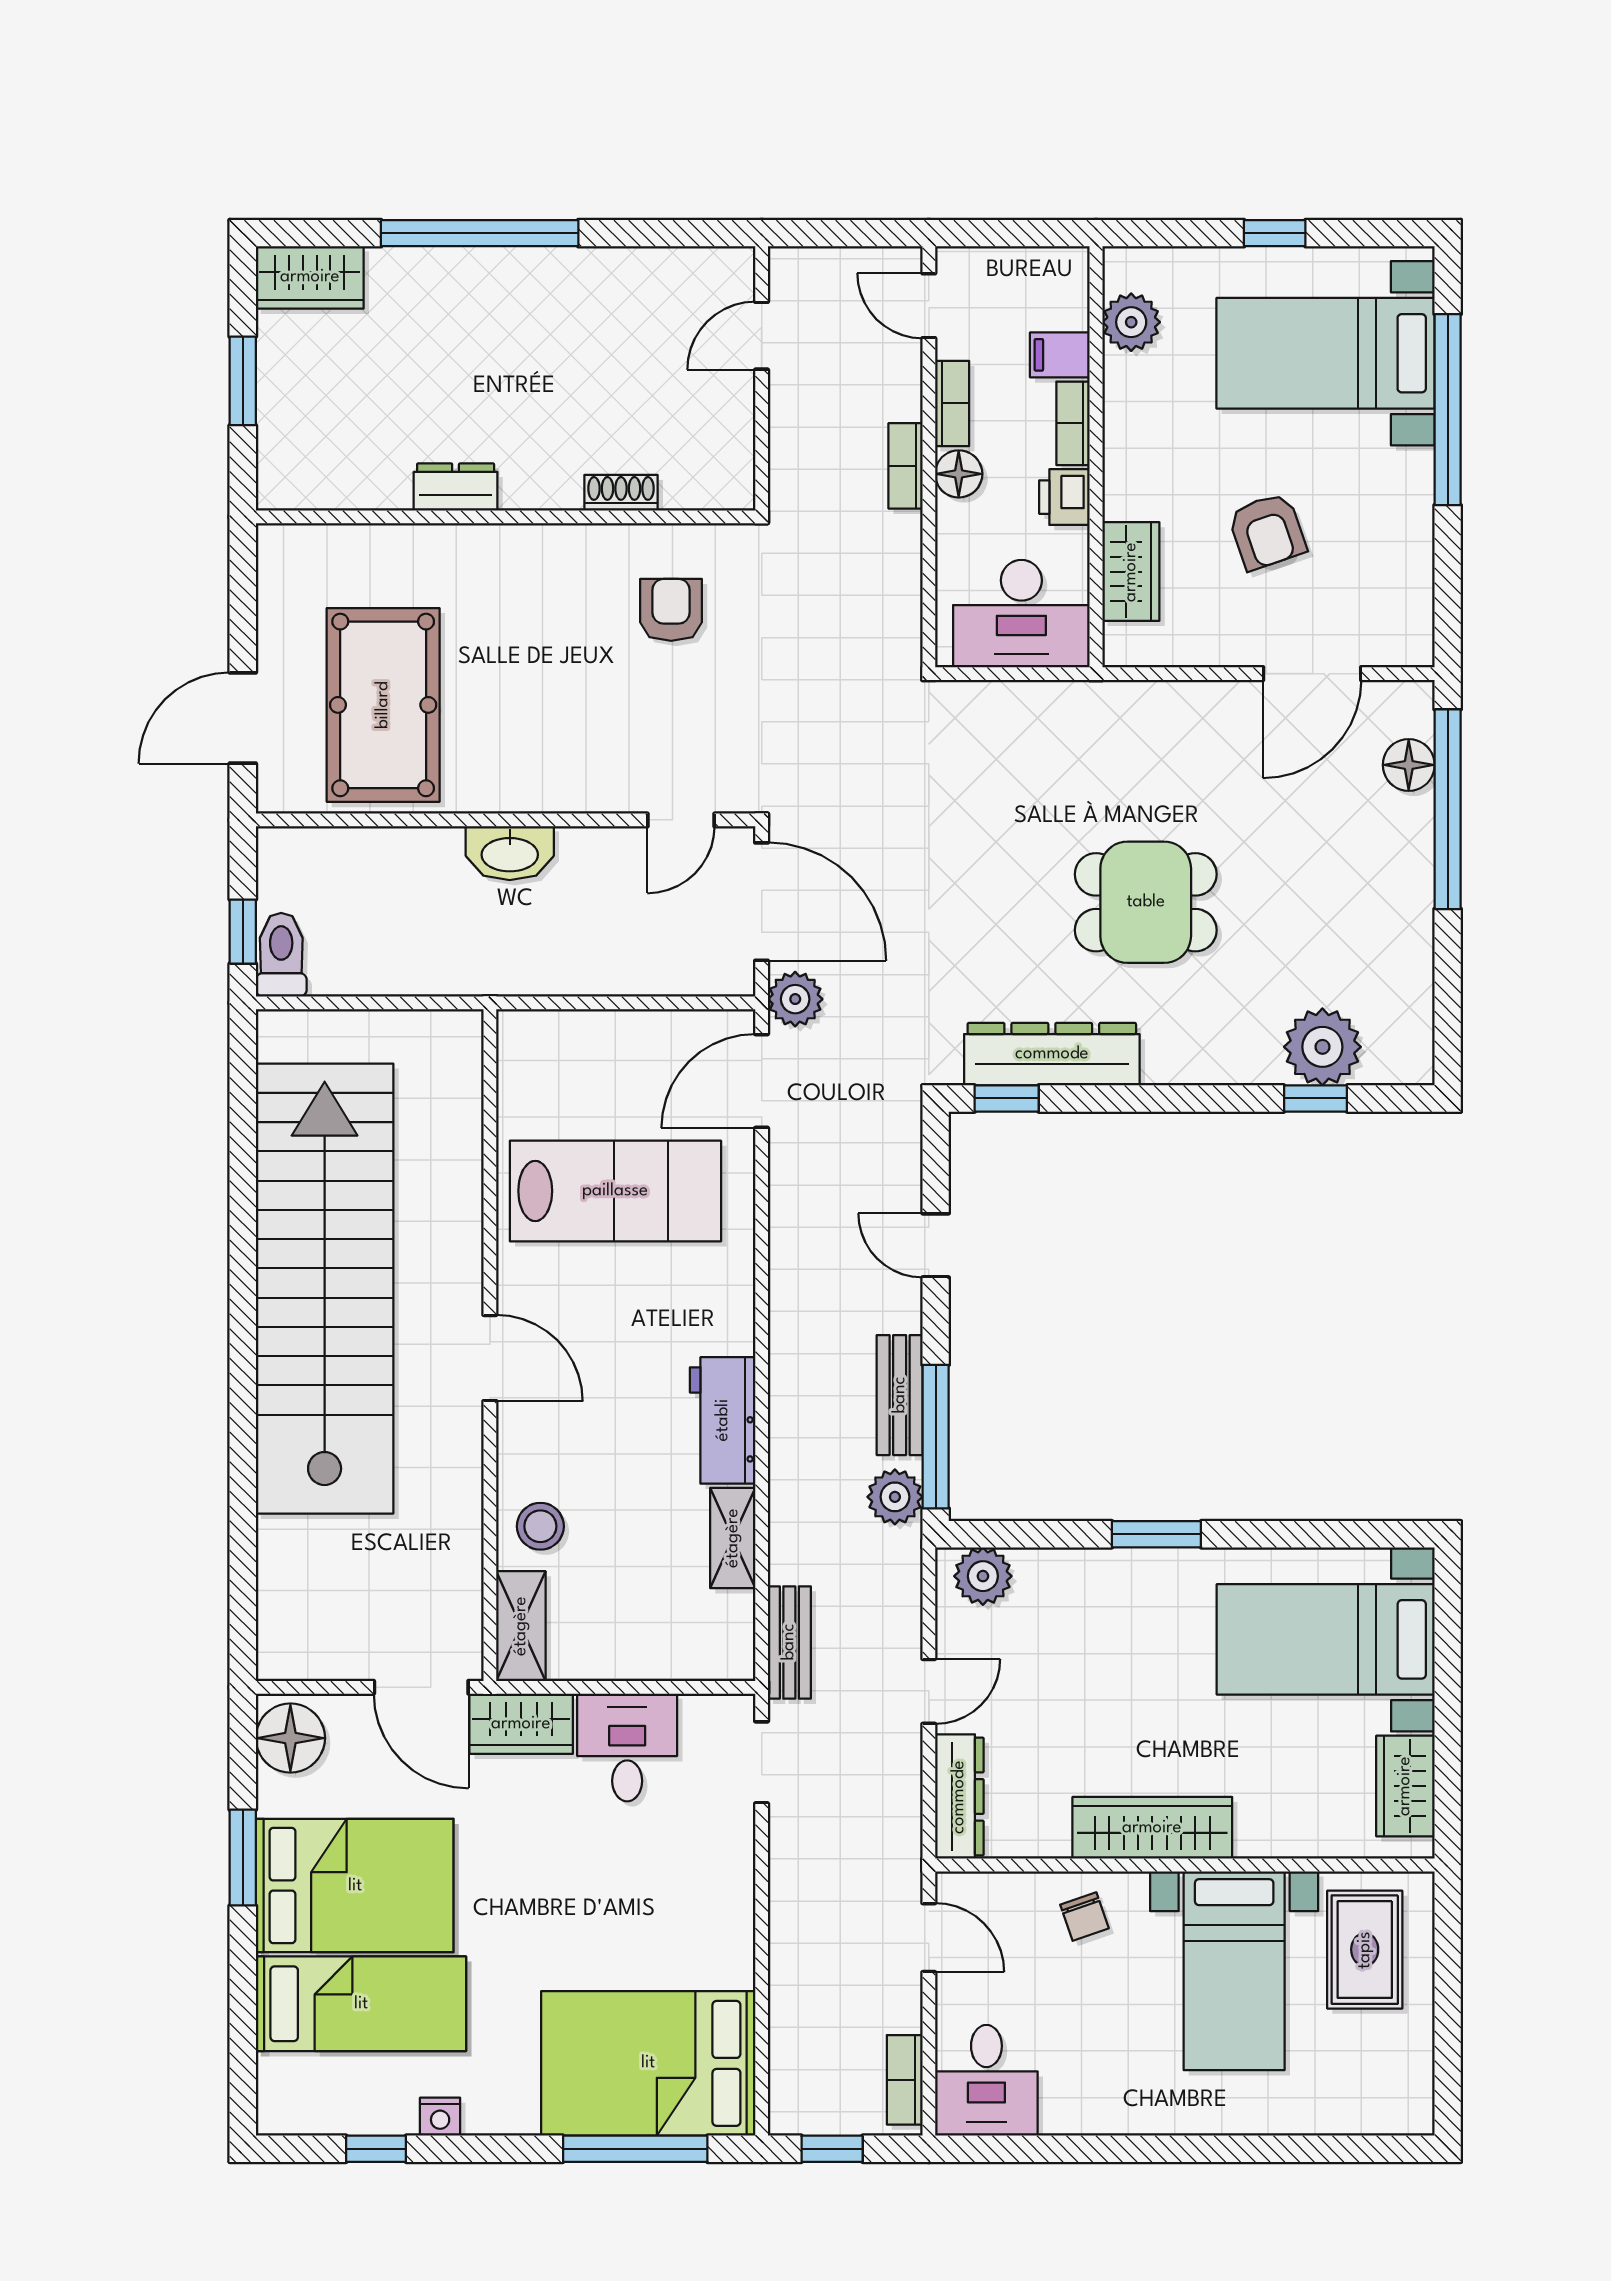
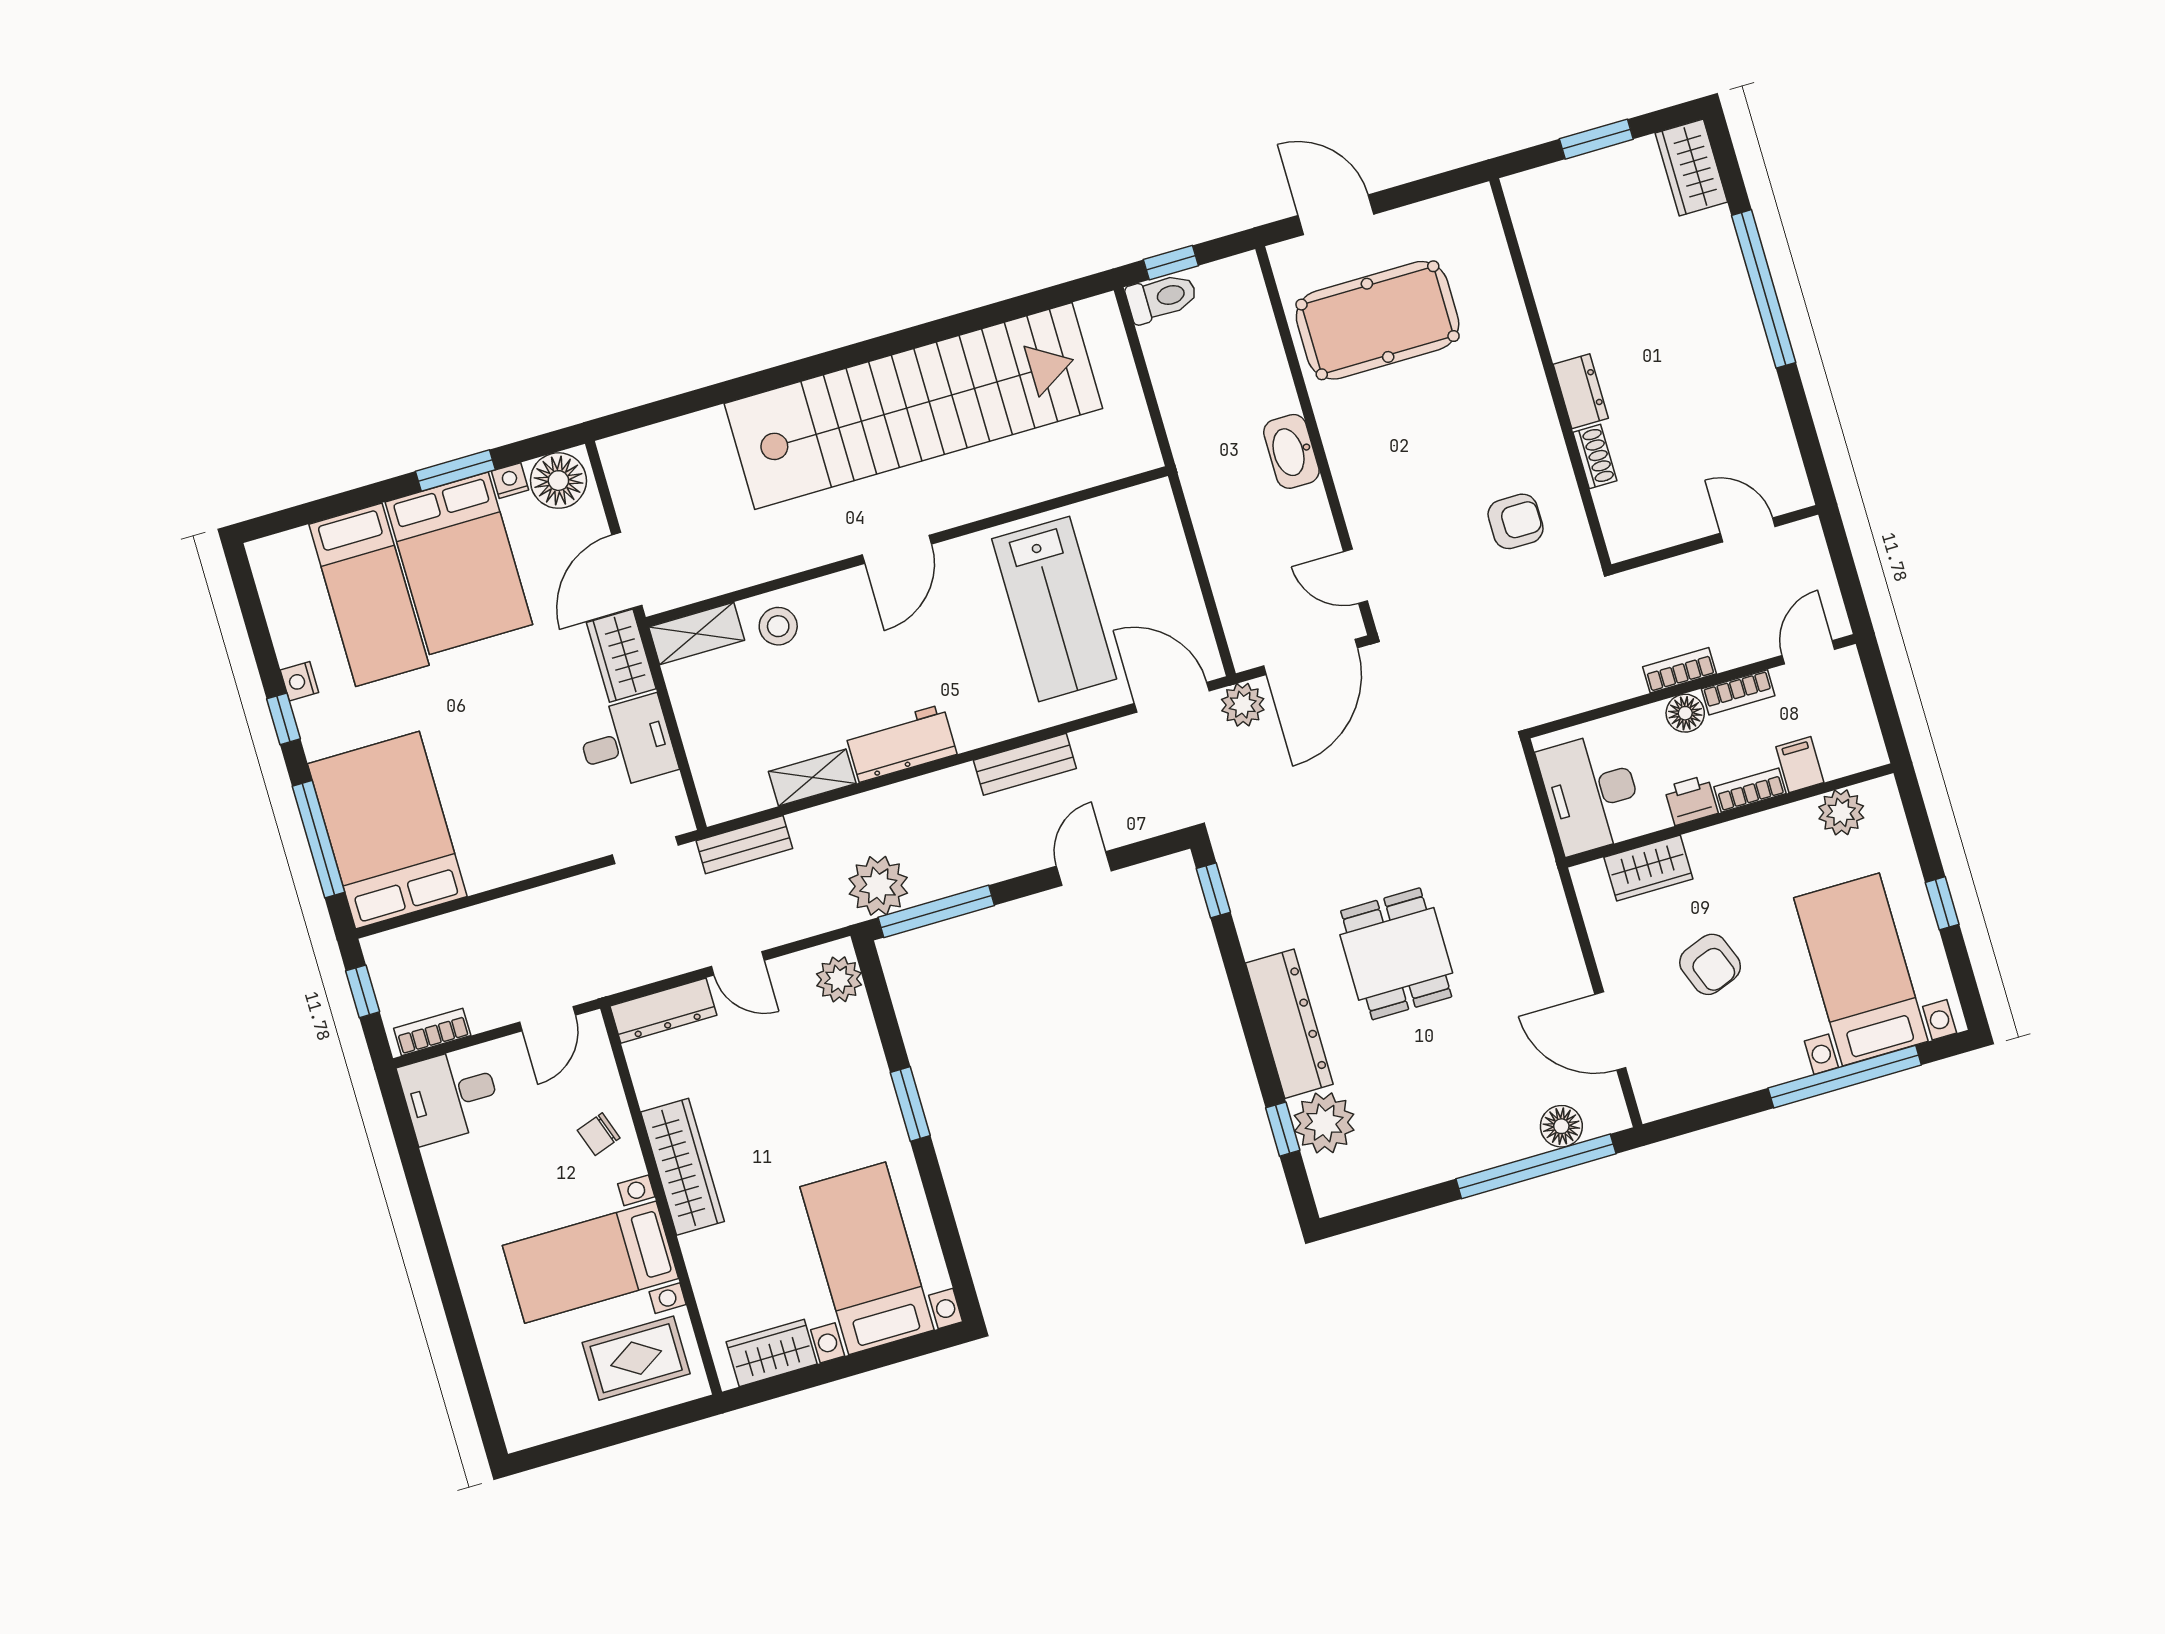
dresser: (456, 487) -> (1581, 391), moved
armchair: (1267, 531) -> (1710, 964), turned -92
dresser: (1052, 1054) -> (1289, 1024), moved
bench: (900, 1395) -> (1025, 764), moved
plant: (895, 1497) -> (878, 886), width x1.36, depth x1.36
nightstand: (274, 1796) -> (510, 481), added
window: (376, 2149) -> (283, 719), moved

